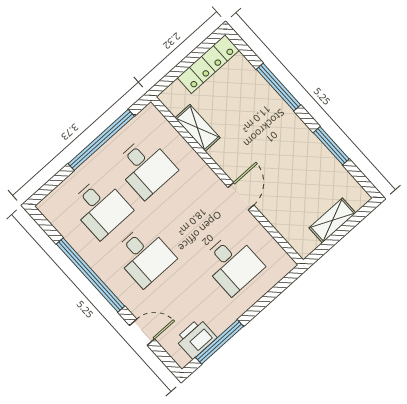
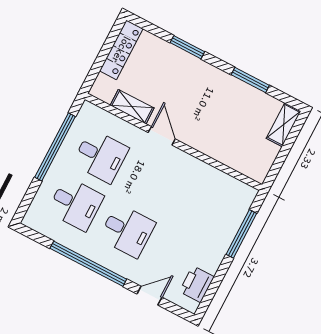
window: (278, 87) -> (187, 47), width x0.69
door: (241, 196) -> (162, 136), moved
shelving: (332, 220) -> (284, 125), moved
desk: (232, 264) -> (204, 210), removed
window: (219, 342) -> (241, 234), moved

